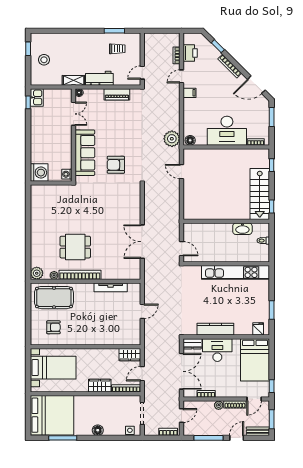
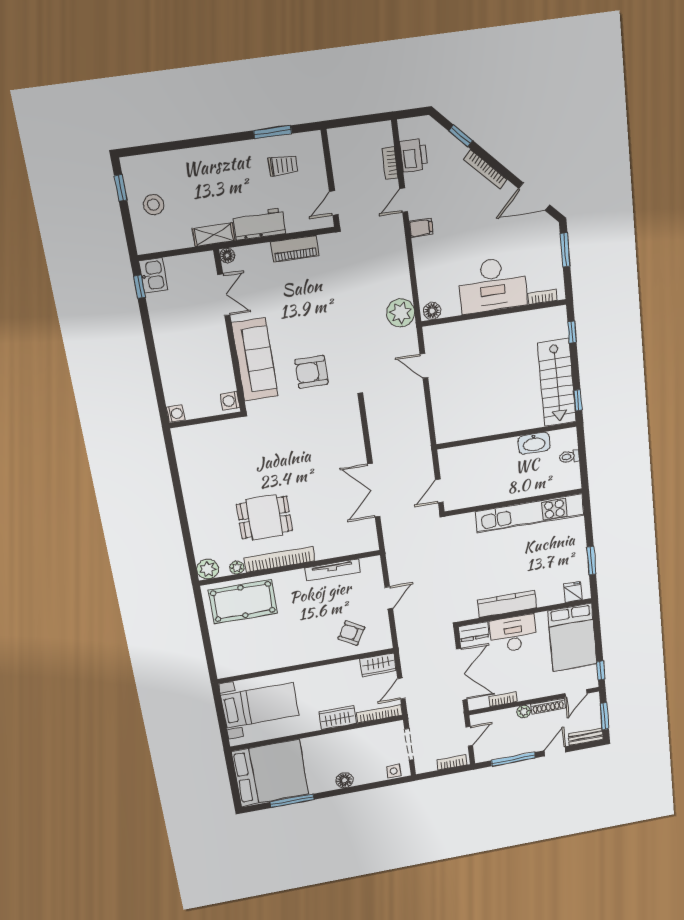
washing machine: (39, 173) -> (176, 414), width x0.53, depth x0.53
door: (182, 249) -> (439, 491), swing flipped
armchair: (53, 327) -> (351, 633), moved, turned -150

